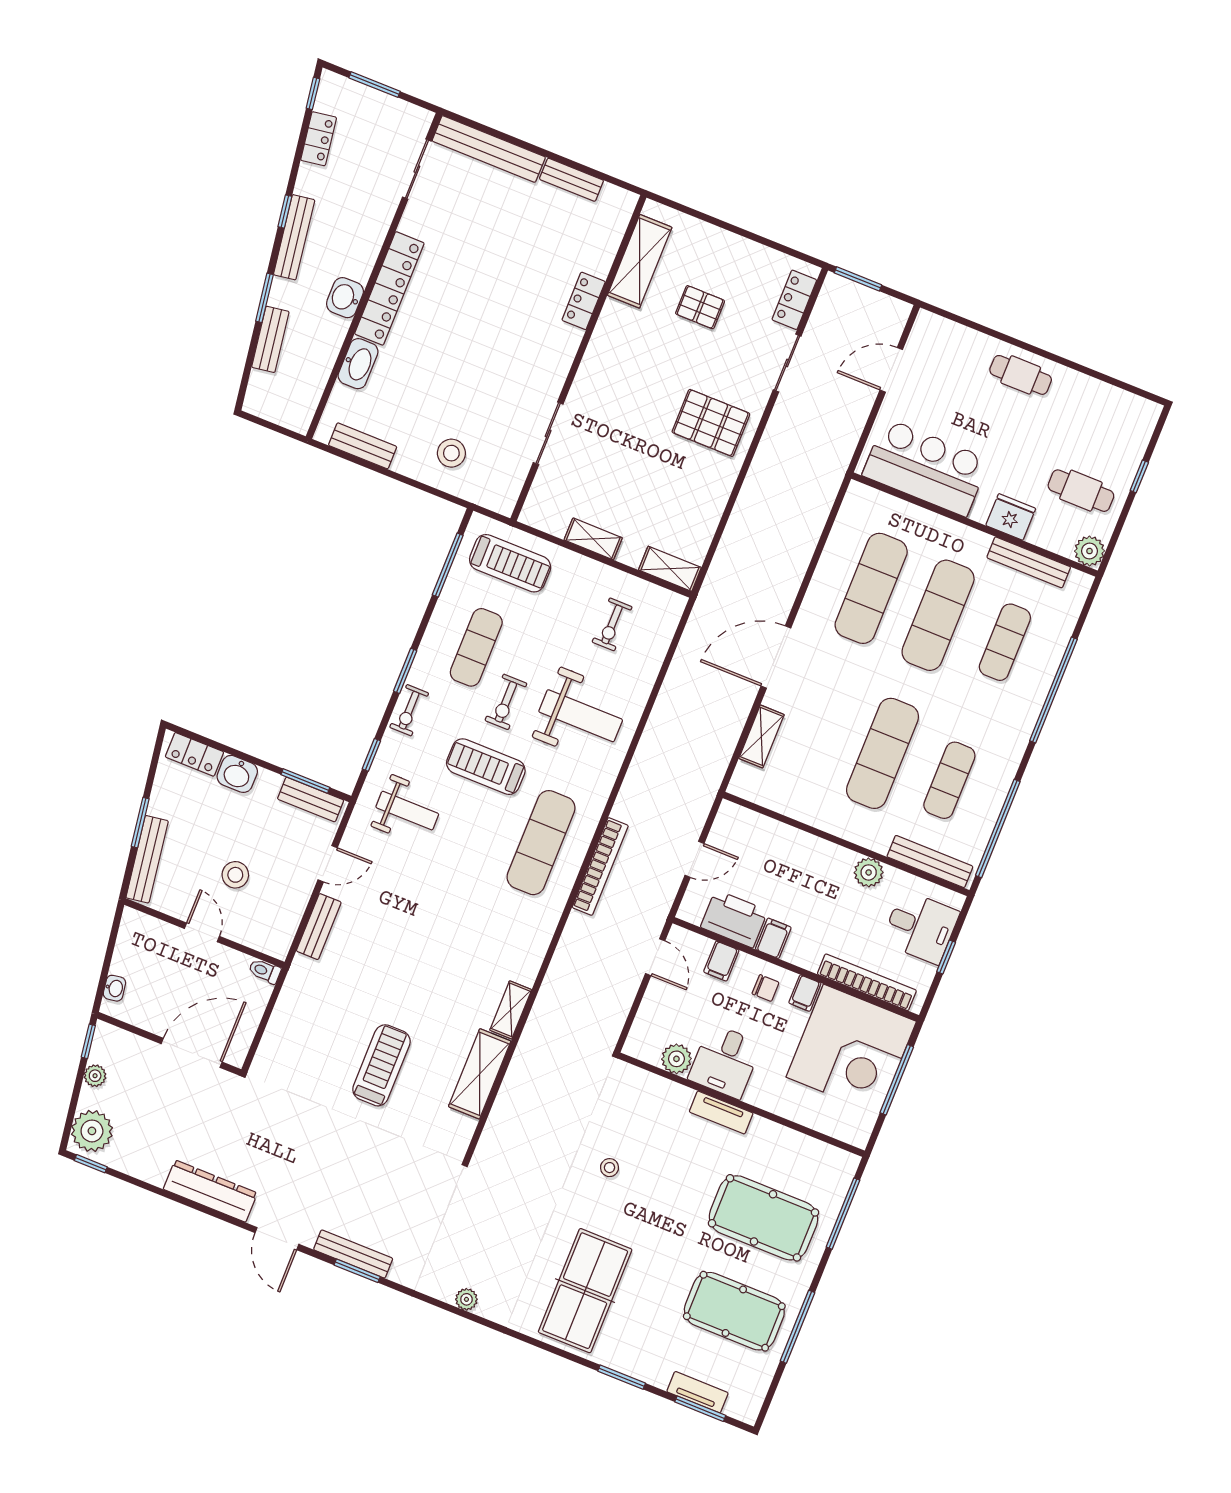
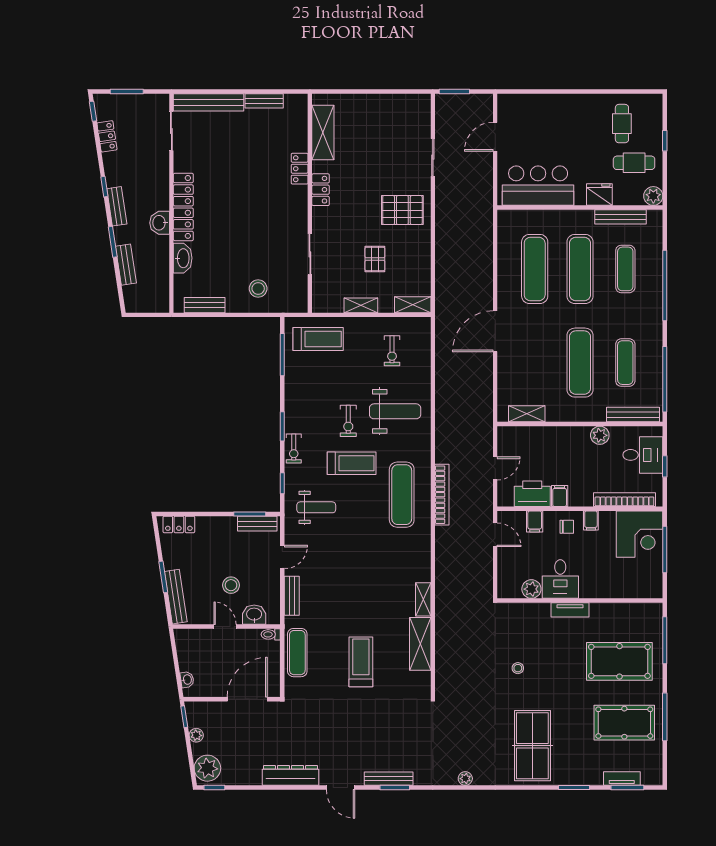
bench: (294, 237) -> (117, 206), width x0.73
locker: (794, 300) -> (321, 190), moved, turned 180
pallet: (700, 307) -> (375, 259), moved, turned 90
cafe table: (1021, 375) -> (622, 124), moved, turned 90
exercise mat: (476, 647) -> (297, 653), moved
shelving: (761, 736) -> (527, 414), moved, turned 90
treadmill: (486, 767) -> (352, 463), turned 180
washbasin: (237, 774) -> (254, 615), moved, turned 180
corner desk: (851, 1049) -> (640, 534), width x0.74, depth x0.74

